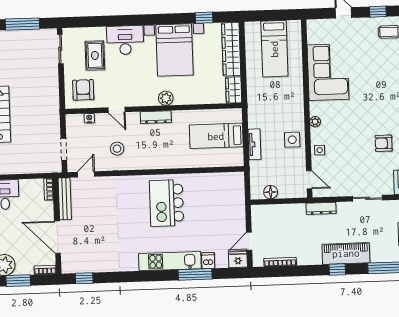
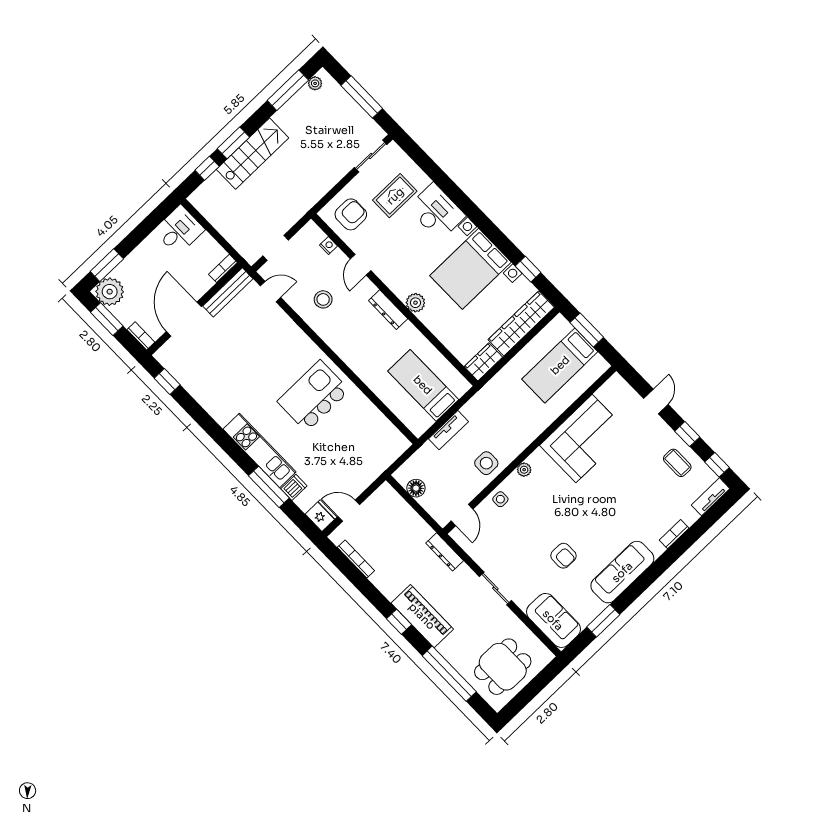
window: (268, 15) -> (587, 330), added
armchair: (384, 143) -> (563, 556), turned 180

